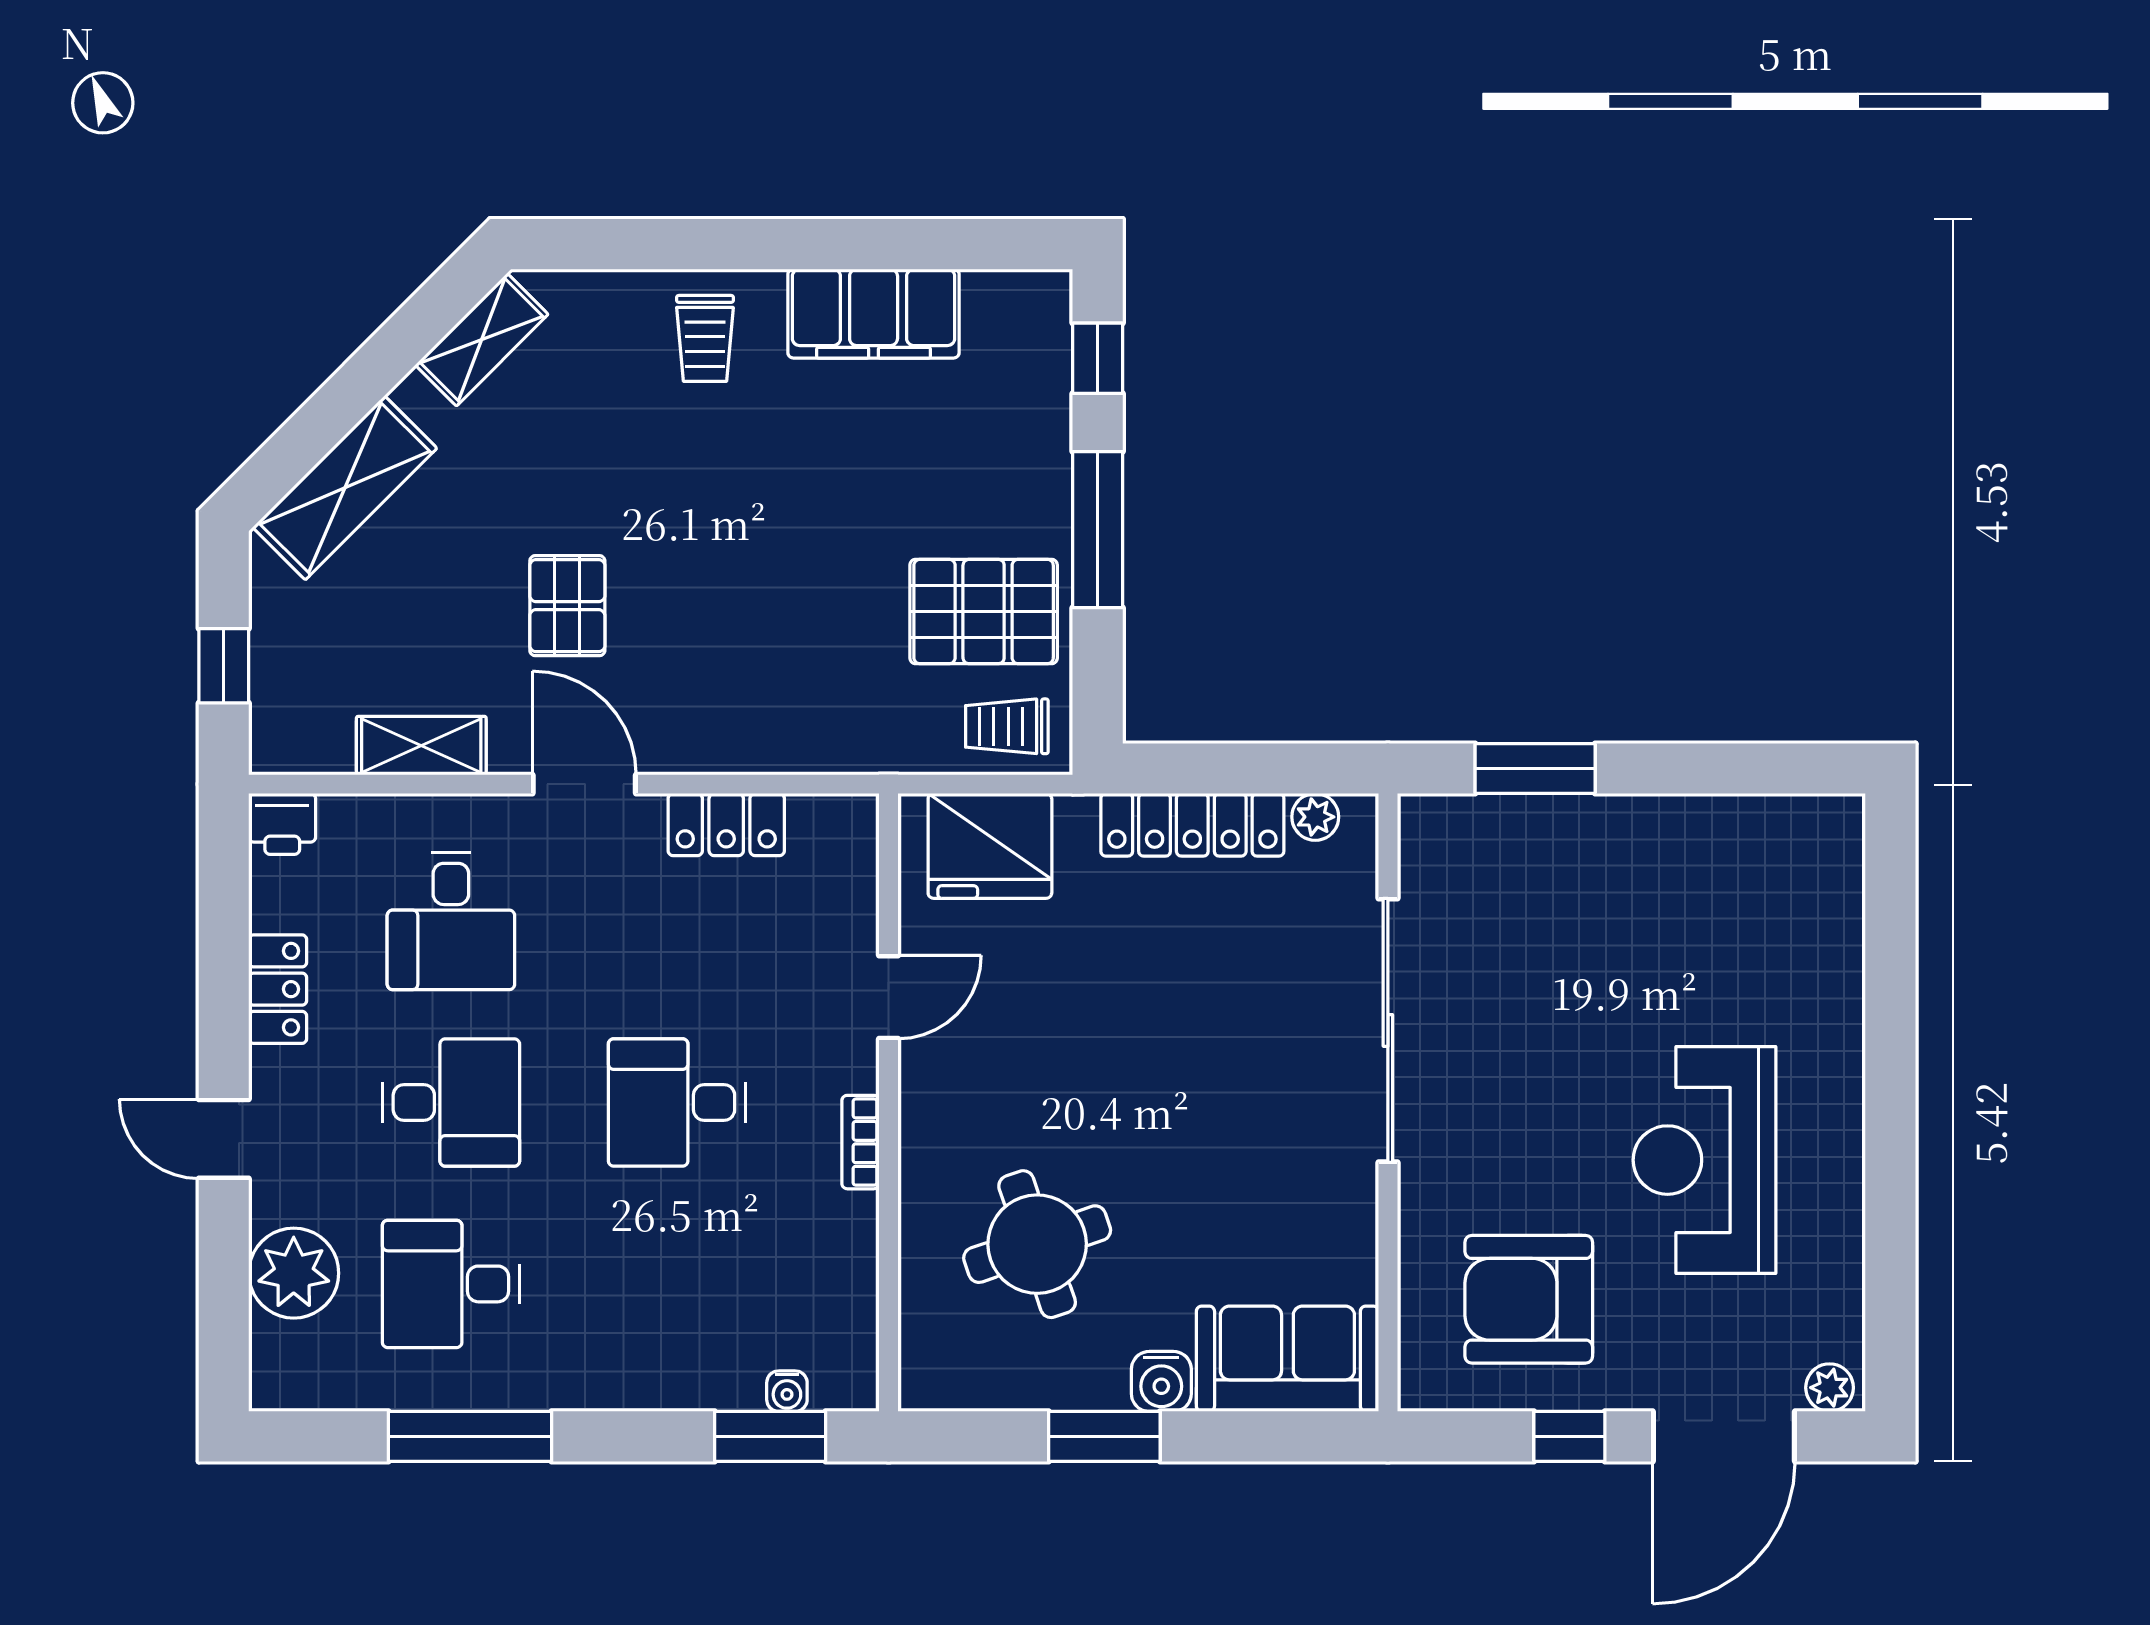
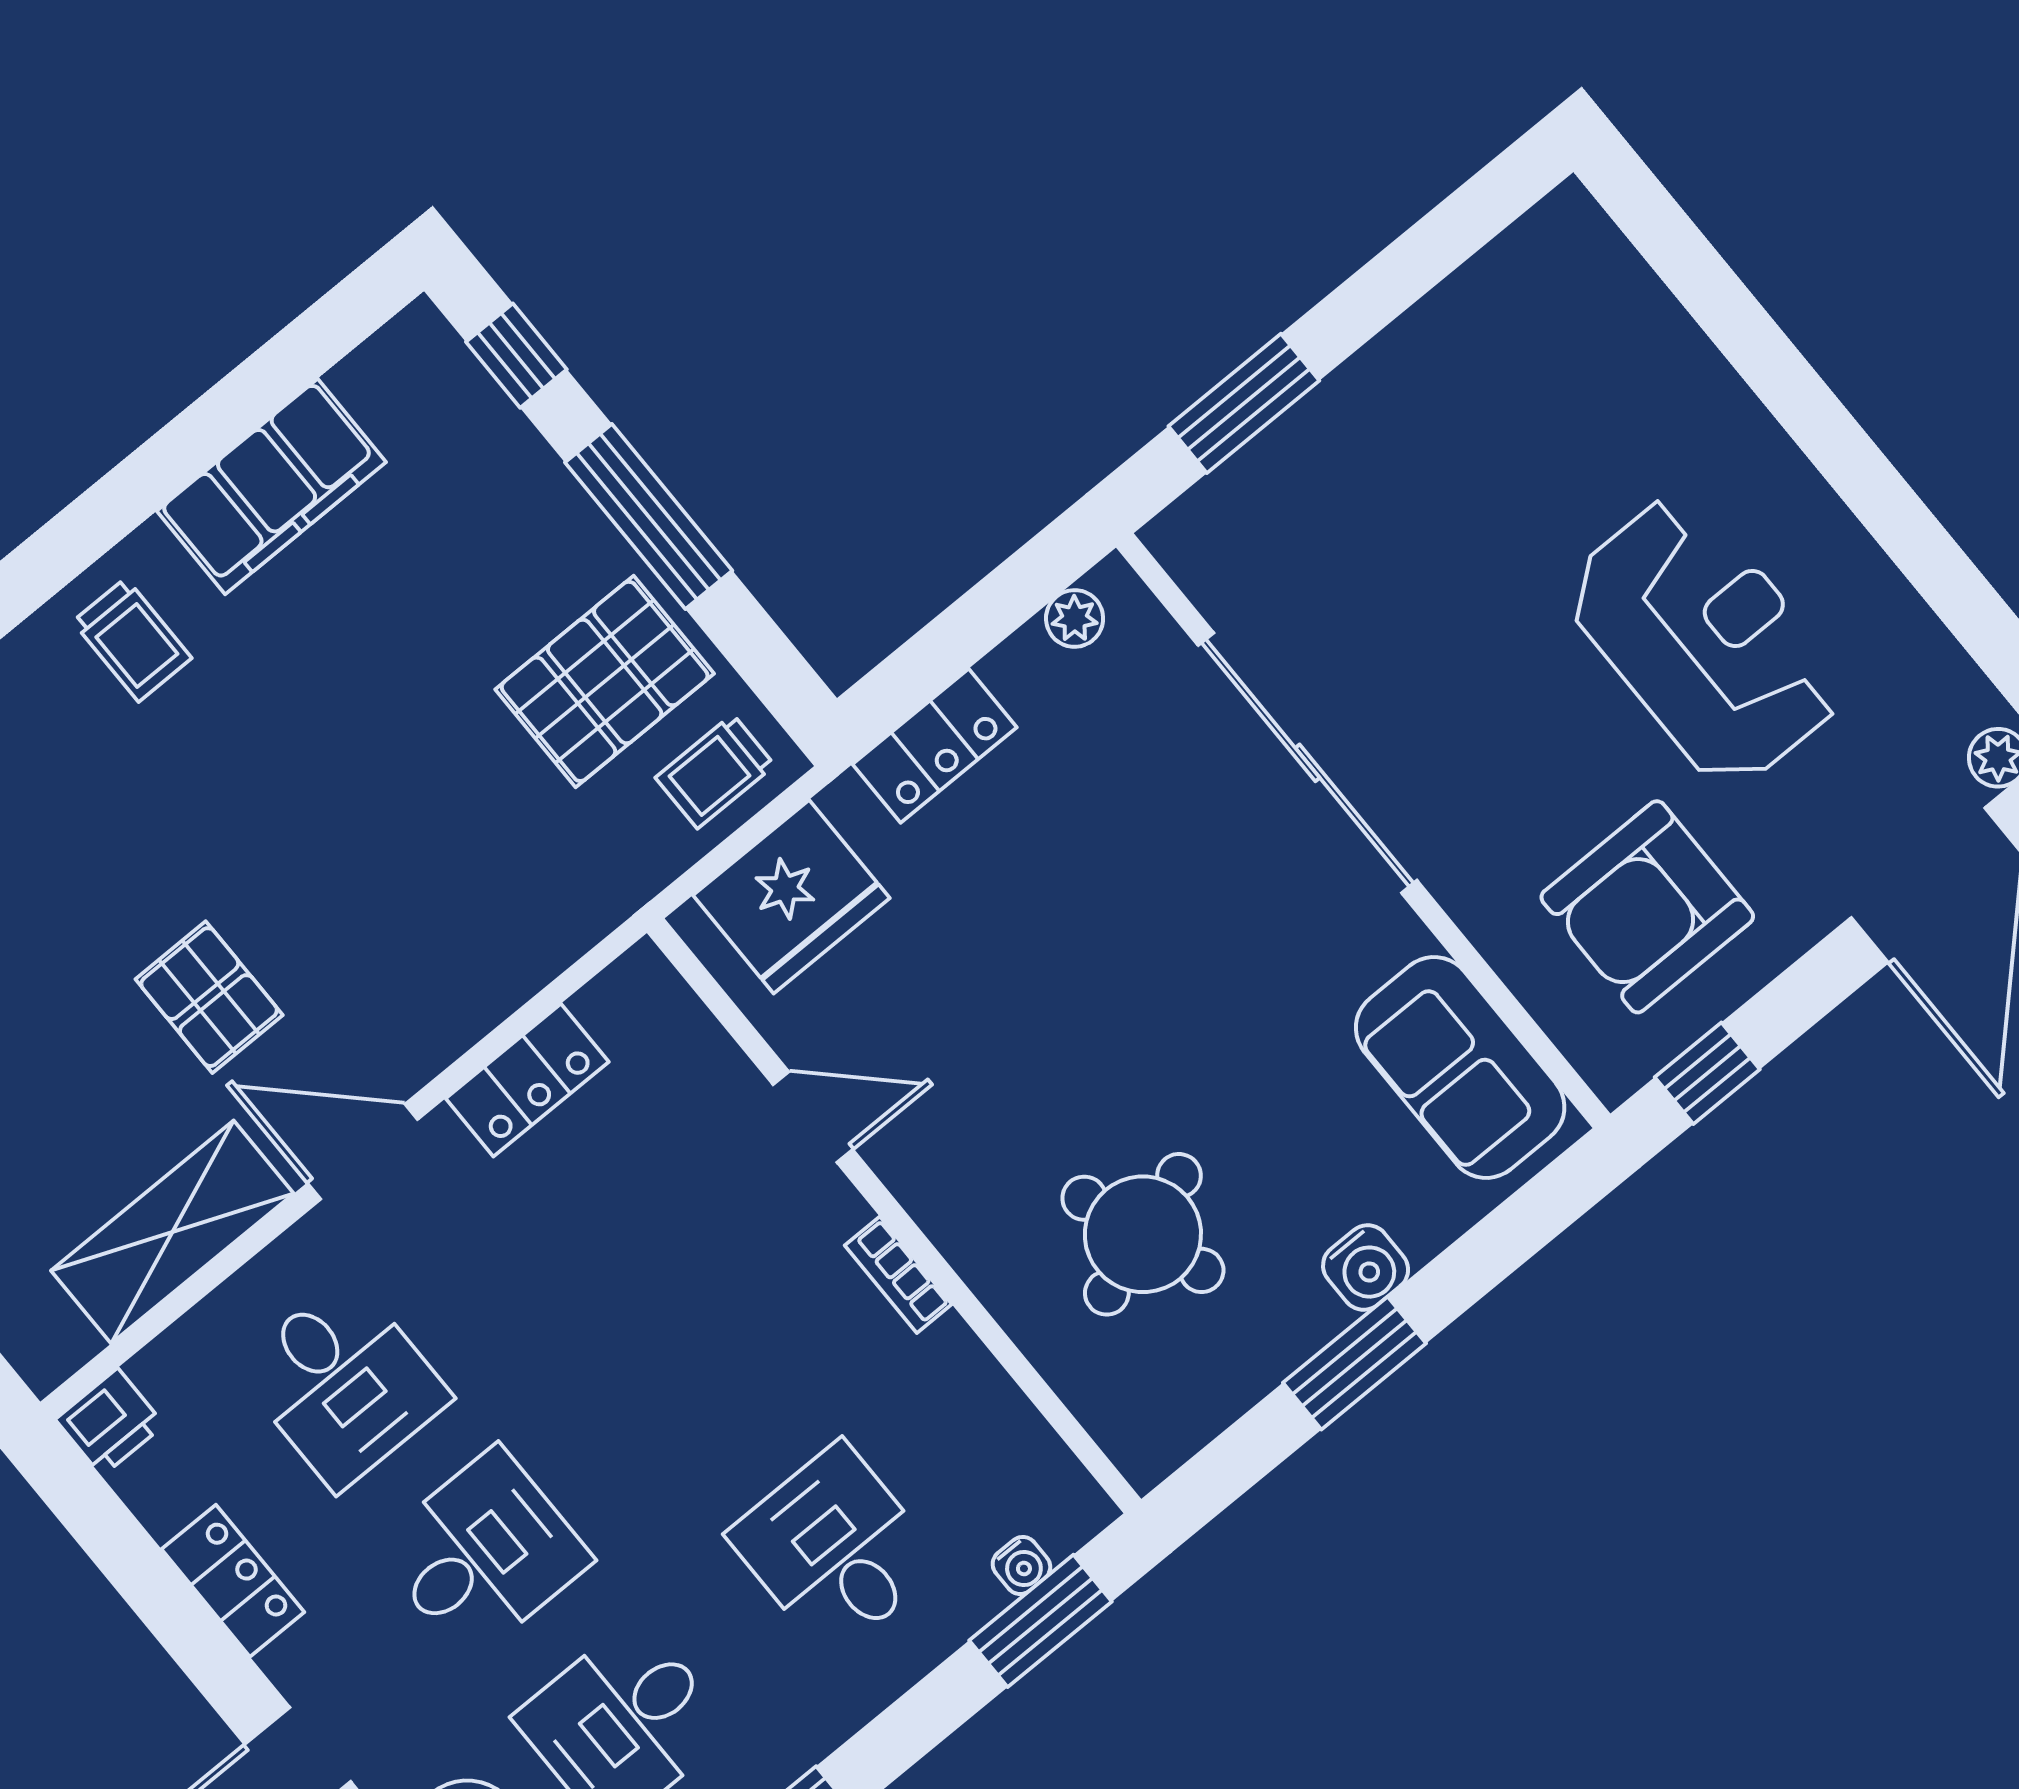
shelving: (421, 746) -> (172, 1232), width x1.50, depth x1.33
locker: (1192, 825) -> (935, 746), width x0.66
door: (889, 997) -> (813, 1117), hinge flipped
desk: (677, 1102) -> (835, 1550), moved, turned 90
reception desk: (1705, 1160) -> (1705, 640), turned 180
sofa: (1287, 1359) -> (1460, 1068), moved, turned -90
window: (1569, 1436) -> (1707, 1073), moved

